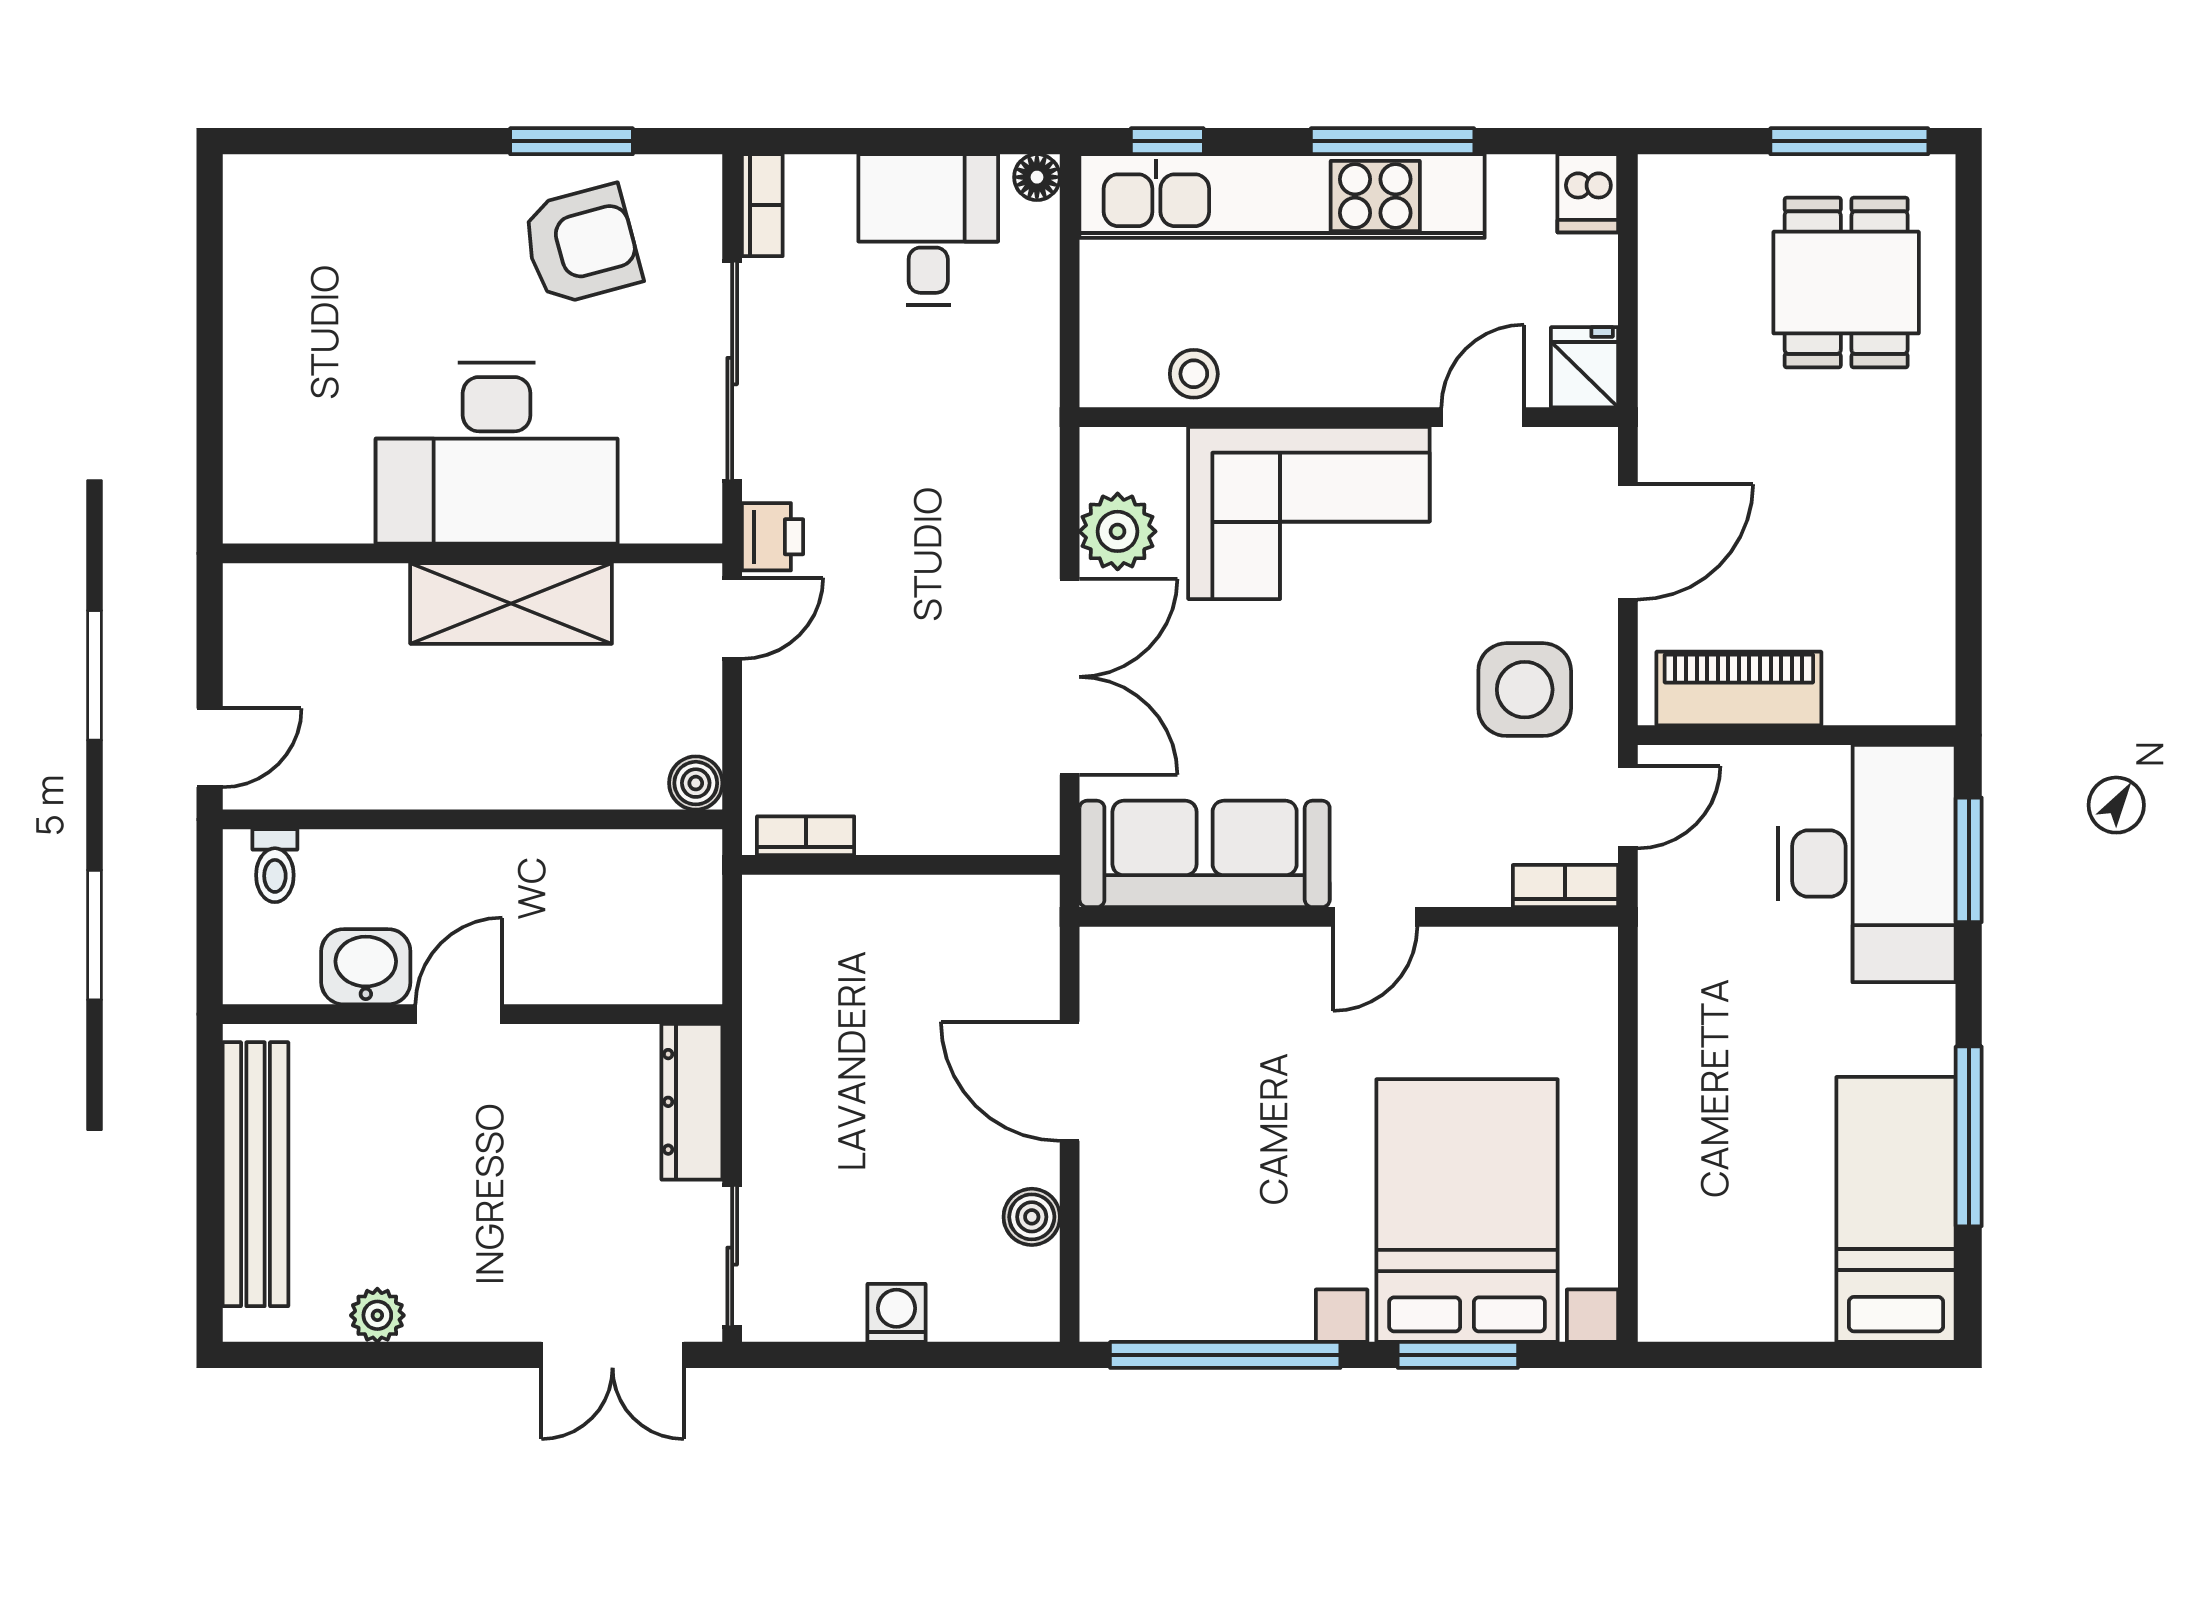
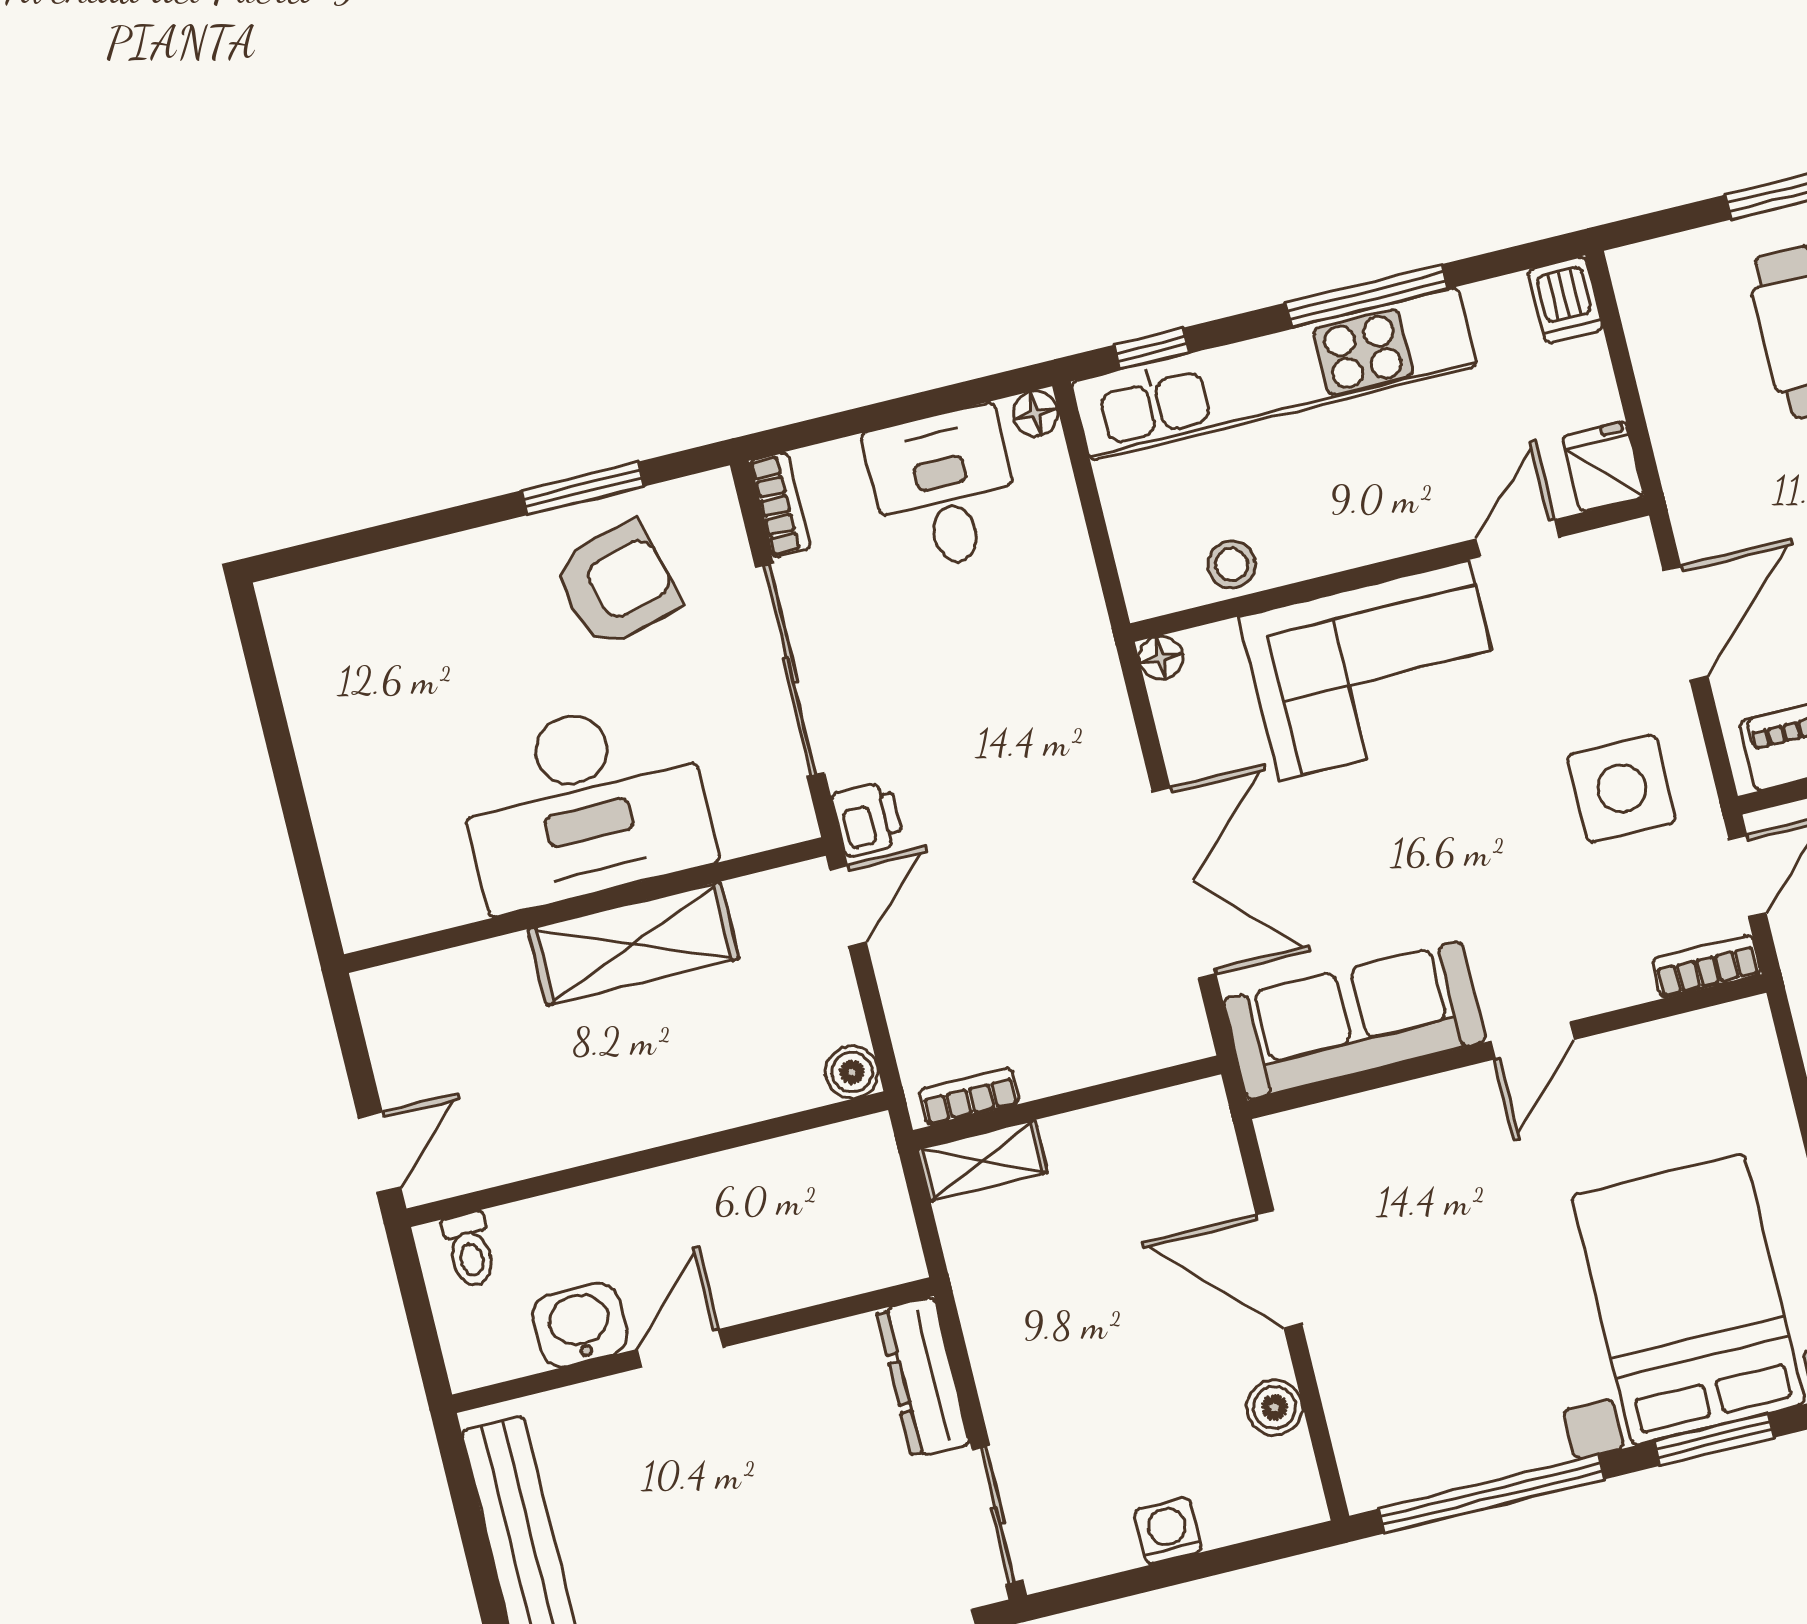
floor lamp: (1101, 449) -> (1161, 658), added
plant: (1118, 531) -> (1196, 733), removed
shelving: (803, 902) -> (983, 1161), added

